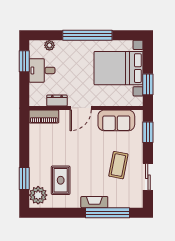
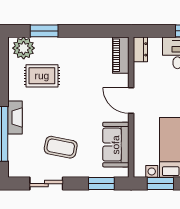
dresser: (57, 101) -> (140, 49), moved

